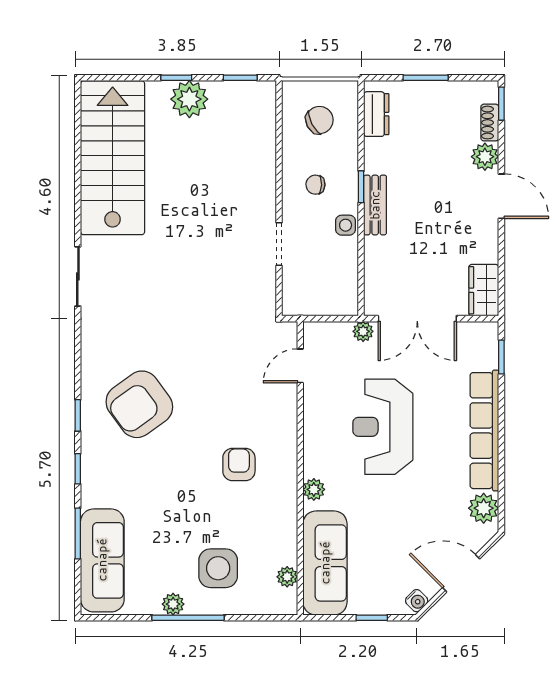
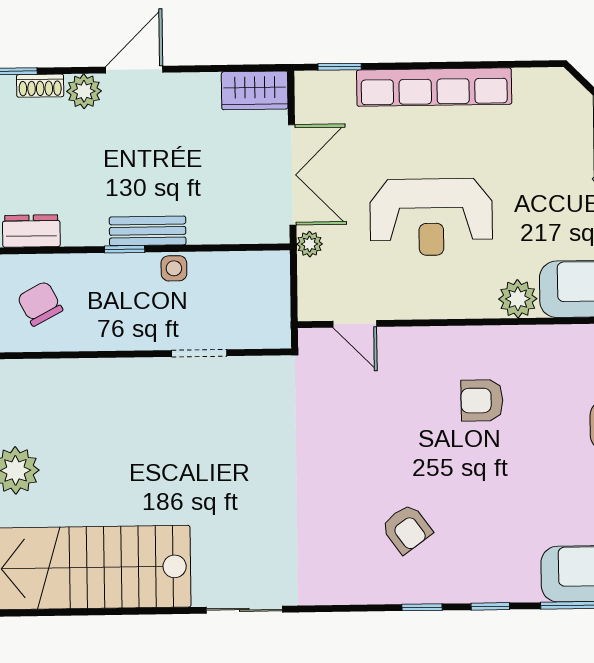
chair: (315, 185) -> (123, 308), removed
armchair: (139, 404) -> (407, 529), width x0.53, depth x0.53
plant: (314, 489) -> (518, 299), width x1.38, depth x1.38
plant: (484, 508) -> (533, 87), removed

